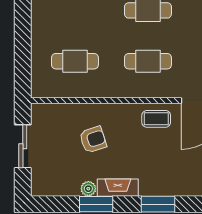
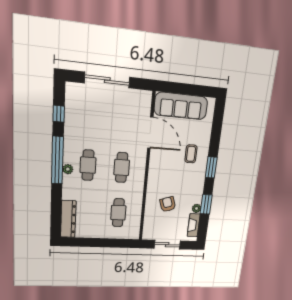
coffee table: (156, 119) -> (191, 154), moved
fireplace: (118, 188) -> (194, 225), moved

